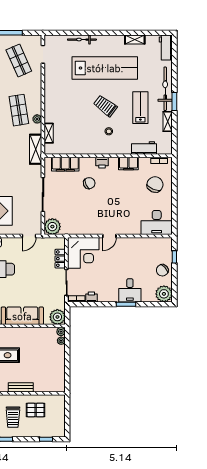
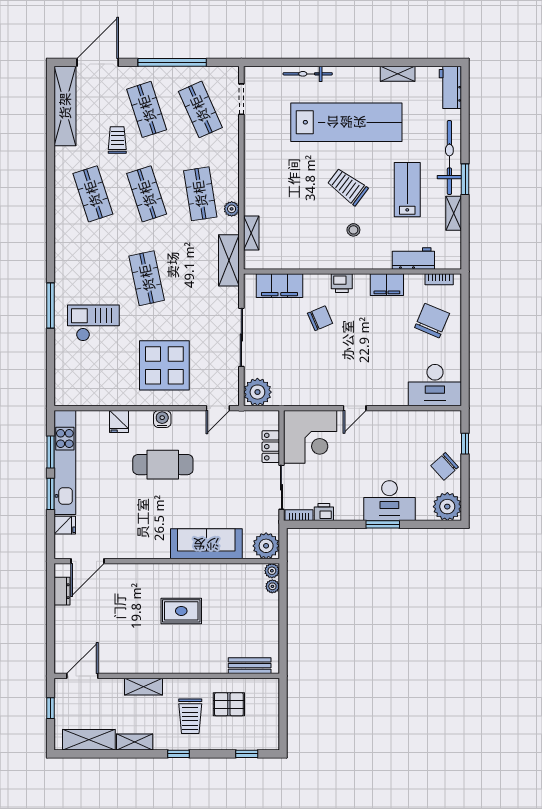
desk: (130, 290) -> (389, 501), width x1.37
bench: (21, 387) -> (250, 666), moved

